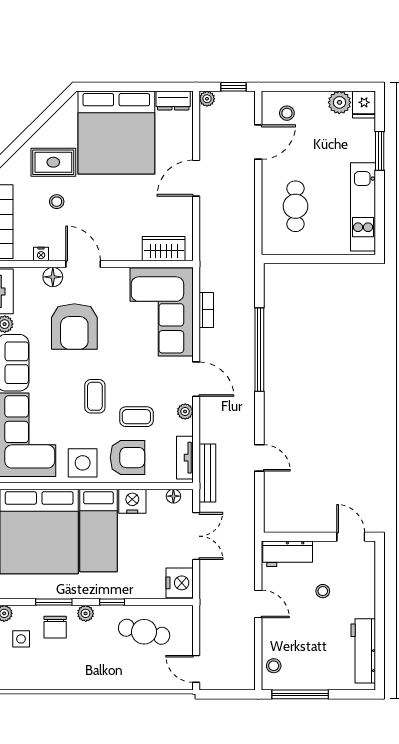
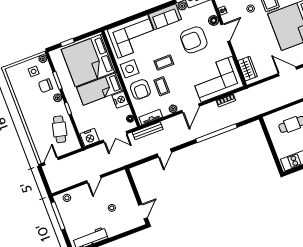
workbench: (288, 554) -> (123, 184), removed

